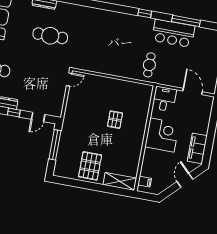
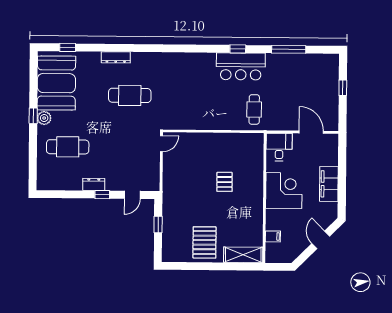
bar counter: (173, 33) -> (241, 66), moved
window: (55, 145) -> (158, 225), width x0.46
filing cabinet: (197, 148) -> (329, 184), moved
filing cabinet: (145, 182) -> (273, 236), moved

